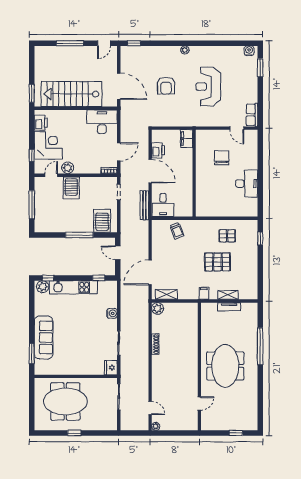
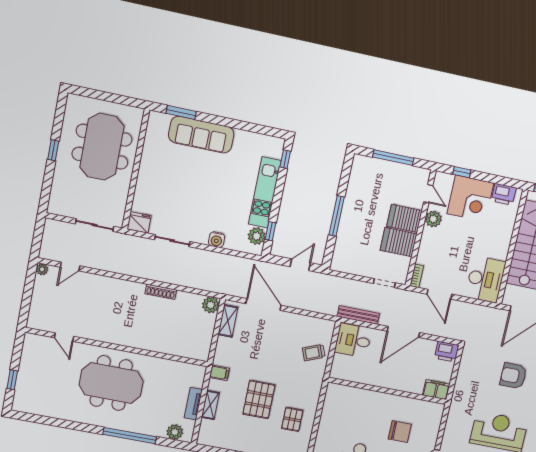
printer: (158, 150) -> (447, 352), moved
server rack: (102, 221) -> (399, 242), moved, turned 180
plant: (43, 287) -> (257, 236), moved
plant: (252, 316) -> (175, 432), added

